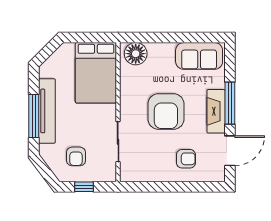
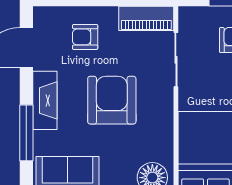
window: (230, 103) -> (26, 133), moved
piano: (140, 173) -> (146, 18), added

